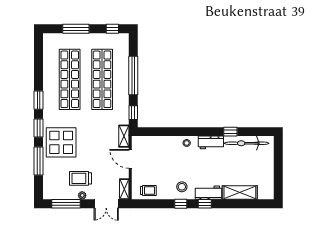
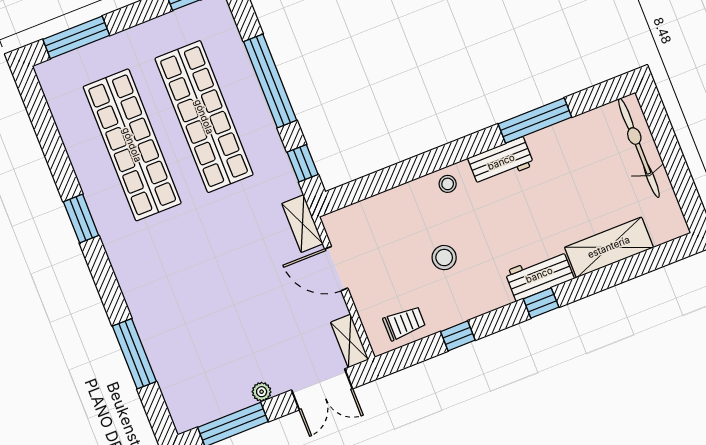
window: (76, 29) -> (76, 37), moved
window: (38, 128) -> (105, 280), removed
window: (230, 132) -> (535, 121), width x2.17
display table: (61, 142) -> (168, 292), removed
bicycle: (247, 143) -> (639, 148), moved, turned 90
trolley: (80, 178) -> (243, 355), removed
stool: (182, 187) -> (444, 258), moved
window: (181, 204) -> (458, 336), moved

